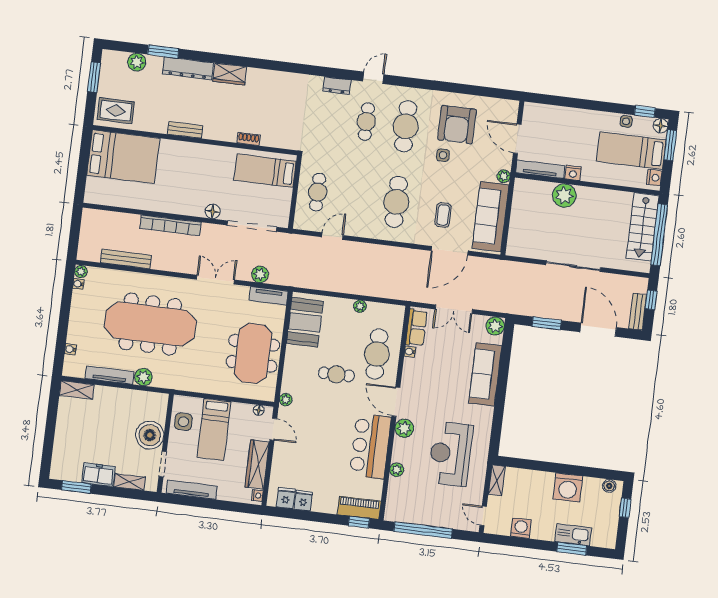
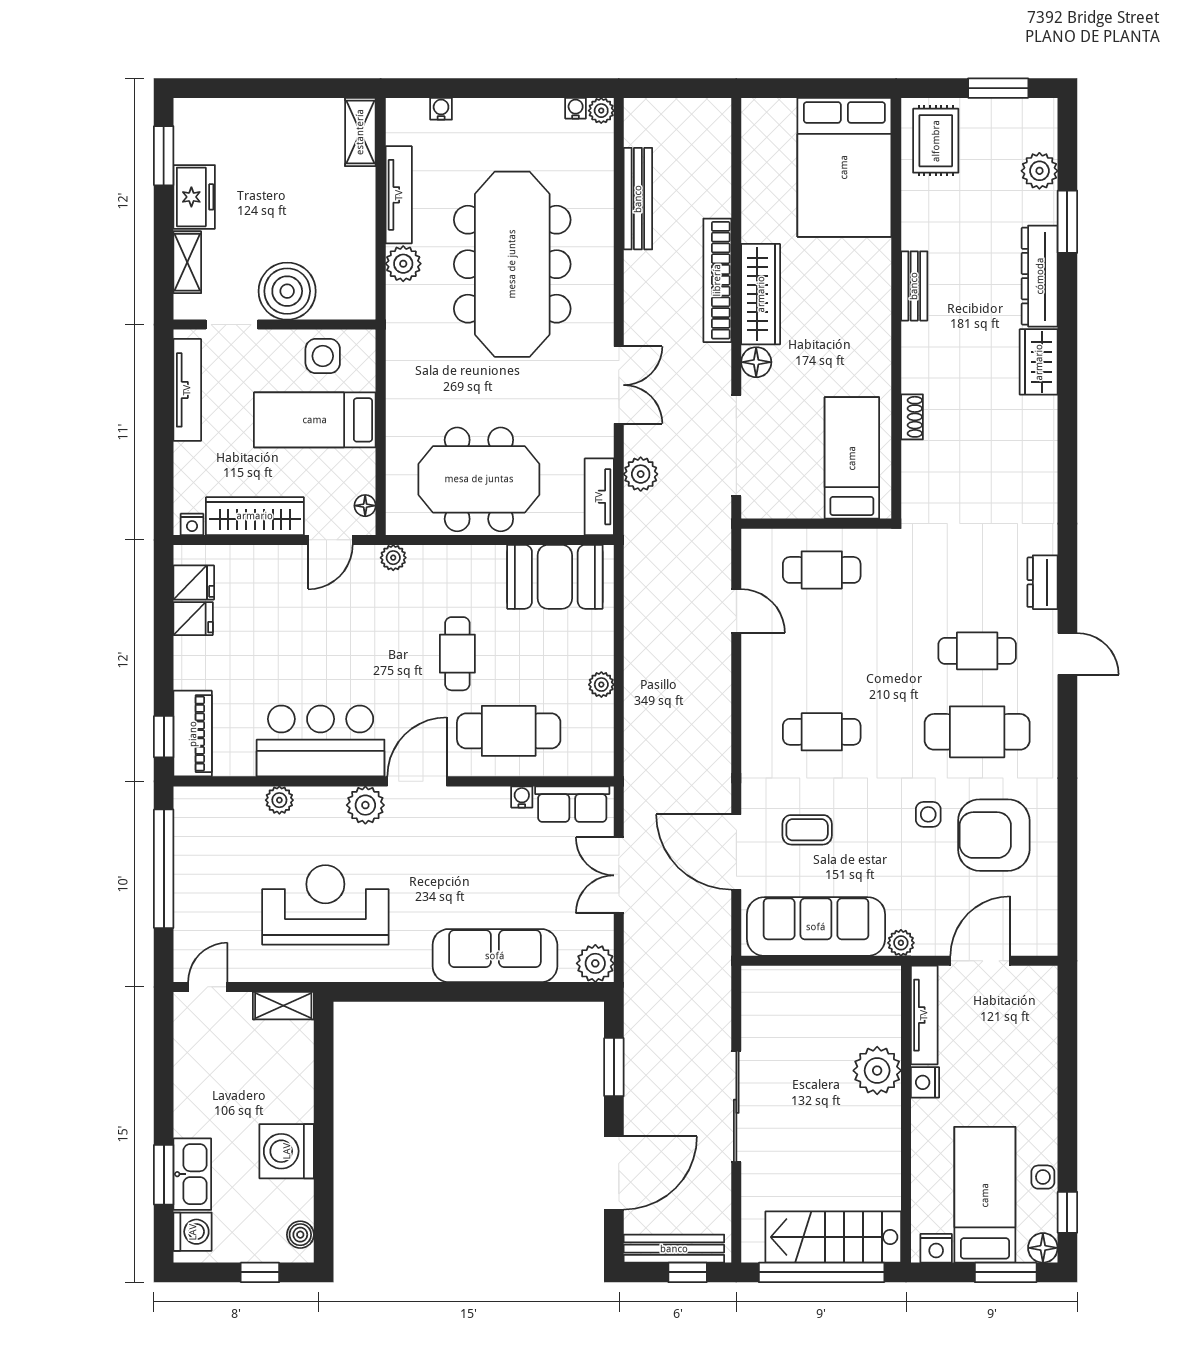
cafe table: (396, 202) -> (822, 732), width x0.73, depth x0.74
wardrobe: (180, 205) -> (761, 294), added
bench: (638, 312) -> (674, 1249), width x1.36
washing machine: (521, 528) -> (193, 1232), moved

